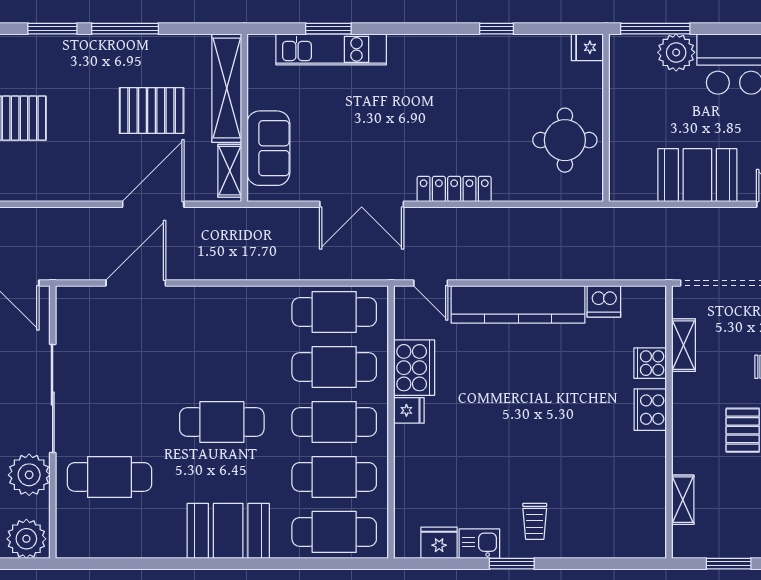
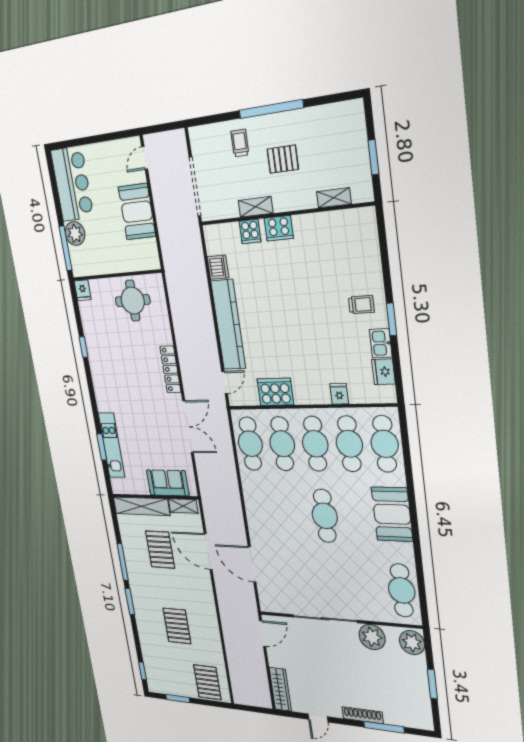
shelving: (683, 345) -> (256, 207), moved
fridge: (409, 410) -> (339, 394), moved
cafe table: (109, 477) -> (402, 590), moved

